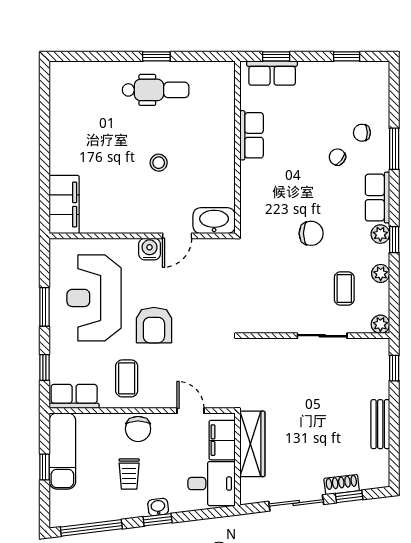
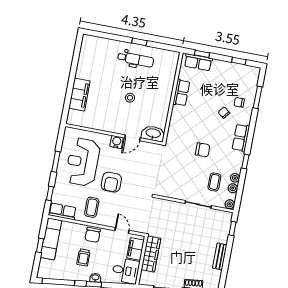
window: (394, 149) -> (258, 97), moved
filing cabinet: (64, 204) -> (79, 95), moved
plant: (380, 234) -> (233, 188), moved

